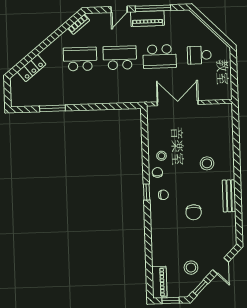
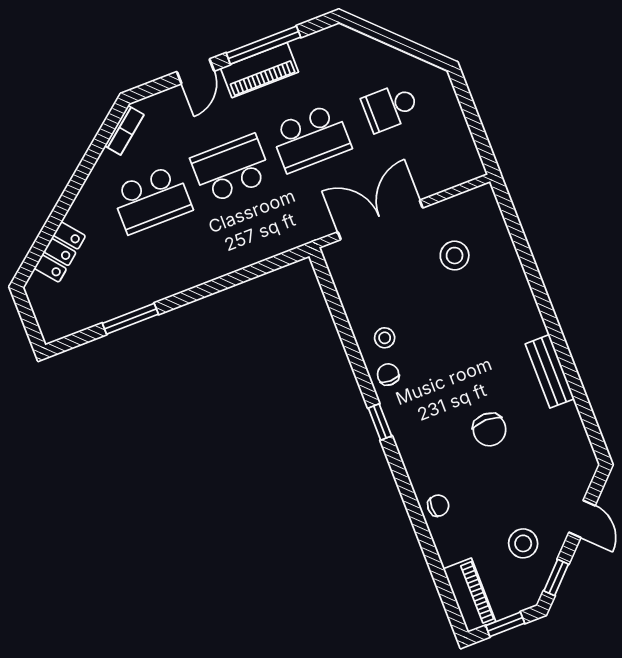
school desk: (80, 59) -> (152, 199), turned 180
stool: (207, 163) -> (455, 256), moved
chair: (163, 195) -> (438, 506), moved

